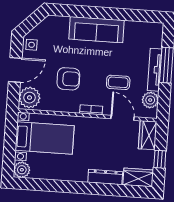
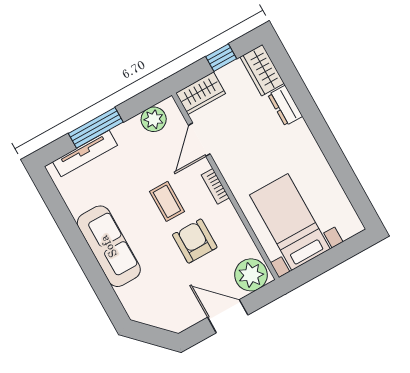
side table: (32, 45) -> (182, 316), removed
tv unit: (155, 70) -> (85, 153), moved
coffee table: (118, 82) -> (167, 201), moved
plant: (22, 170) -> (349, 225), removed
dresser: (105, 177) -> (285, 106), width x0.70

